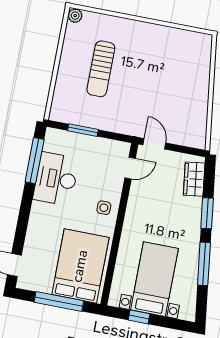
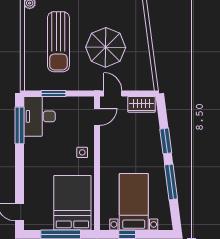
sun lounger: (101, 69) -> (58, 42), width x1.36, depth x1.34
parasol: (156, 86) -> (106, 47), added
desk: (56, 179) -> (40, 116), moved
wardrobe: (194, 179) -> (142, 104), moved, turned -83

